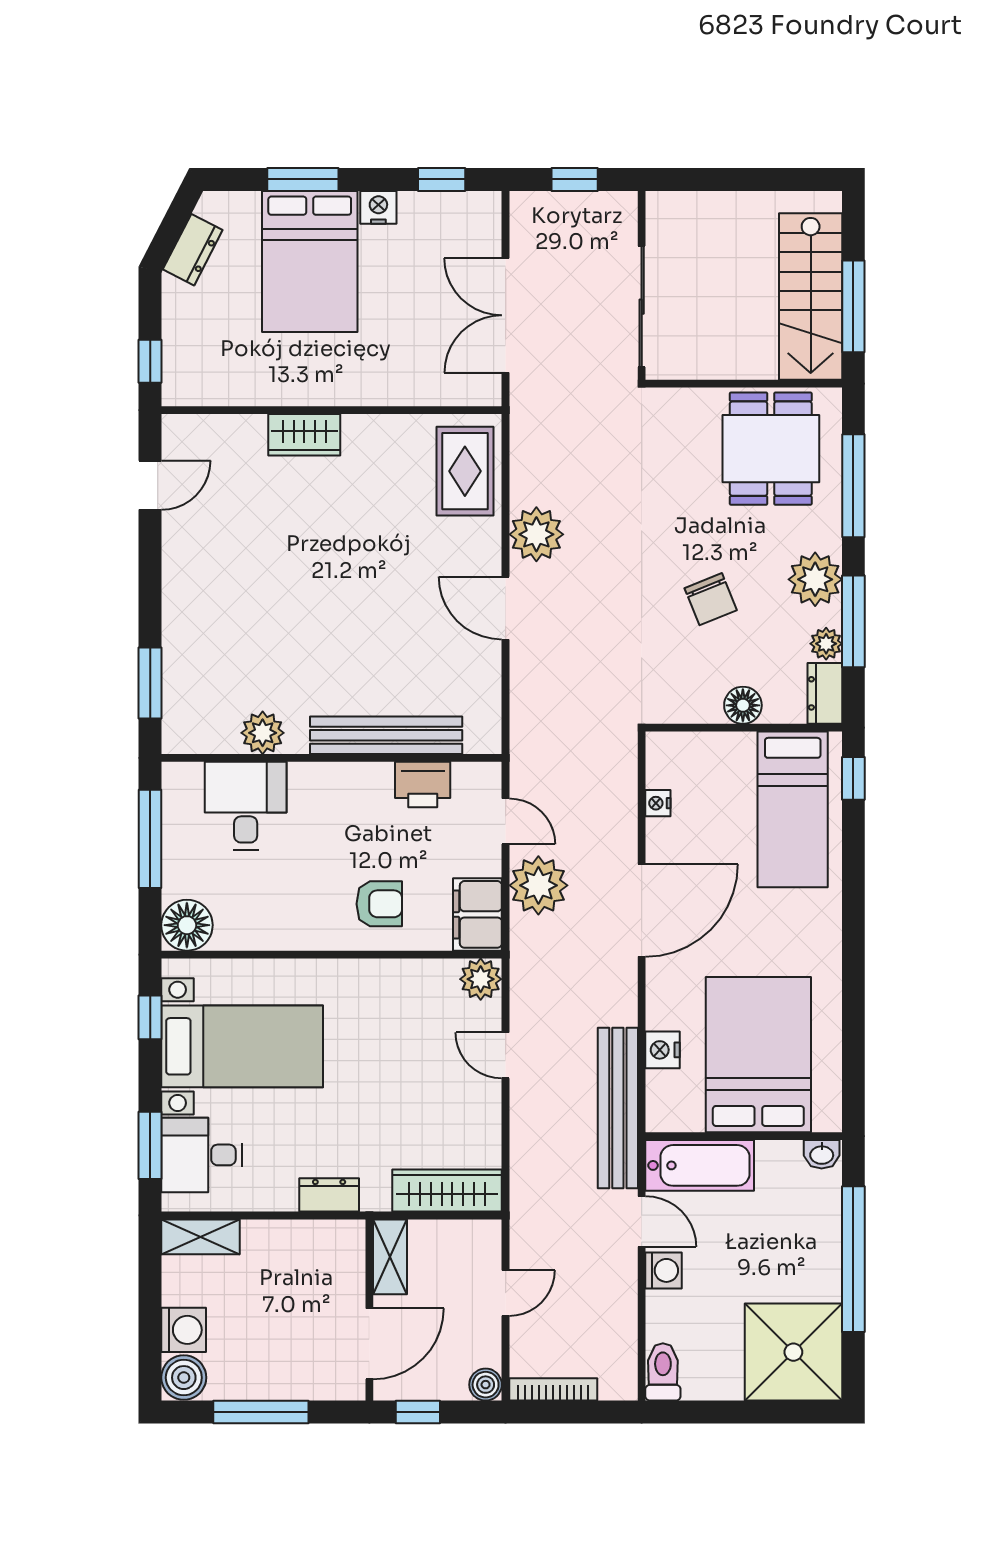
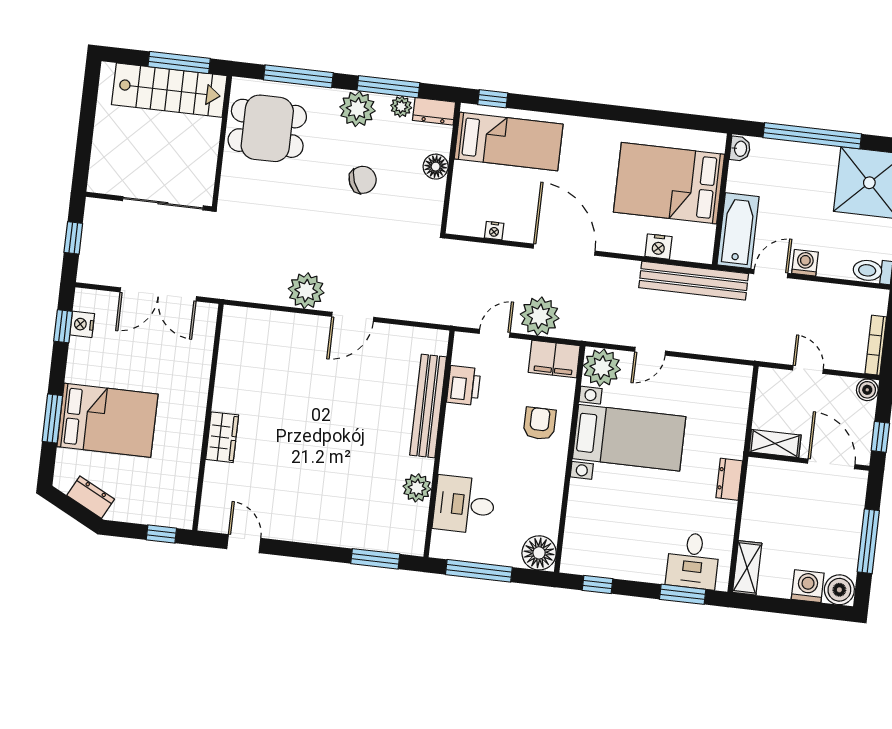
nightstand: (378, 207) -> (82, 324), moved
rug: (465, 471) -> (259, 333), removed
plant: (481, 979) -> (602, 368), width x1.36, depth x1.36
bed with nightstands: (242, 1046) -> (629, 438), moved, turned 90
wardrobe: (447, 1191) -> (735, 401), removed

